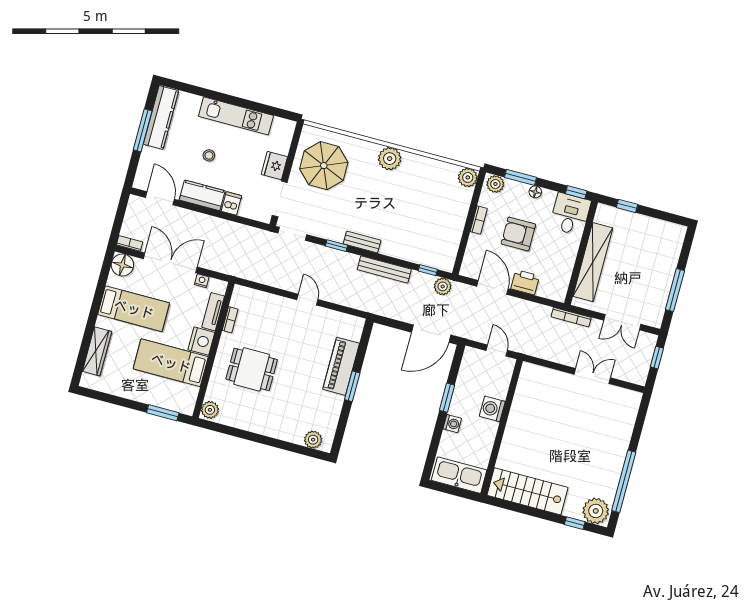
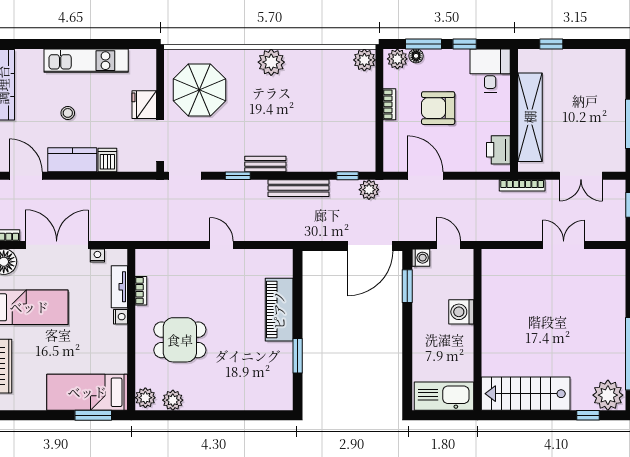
floor lamp: (535, 192) -> (416, 56), moved
window: (576, 192) -> (465, 44), moved
printer: (525, 282) -> (498, 150), moved, turned -90
nightstand: (201, 341) -> (121, 317), width x0.53, depth x0.56
bed: (171, 363) -> (87, 392), moved
window: (352, 386) -> (298, 356), moved
window: (447, 398) -> (407, 286), moved
washing machine: (452, 424) -> (421, 258), moved
plant: (313, 440) -> (173, 400), moved

